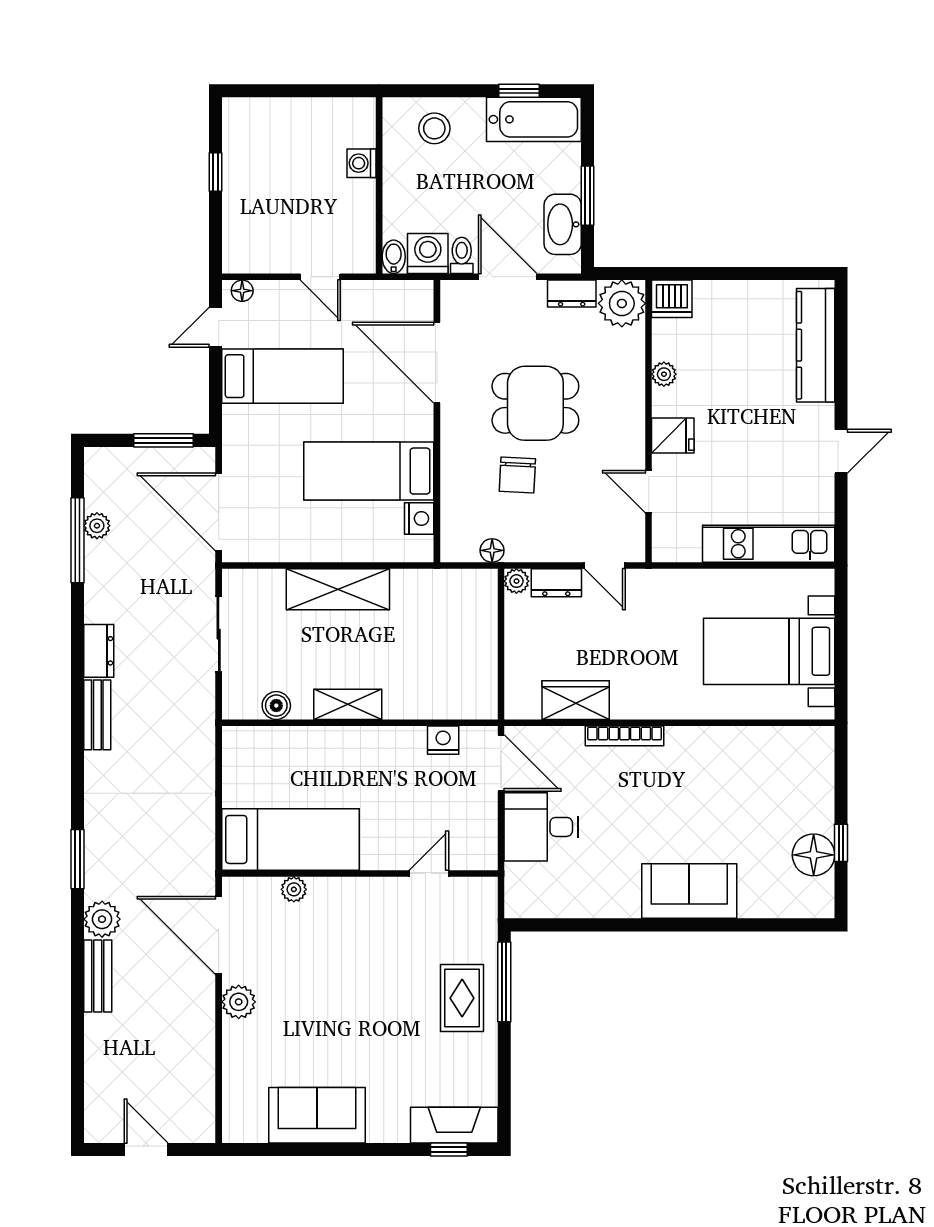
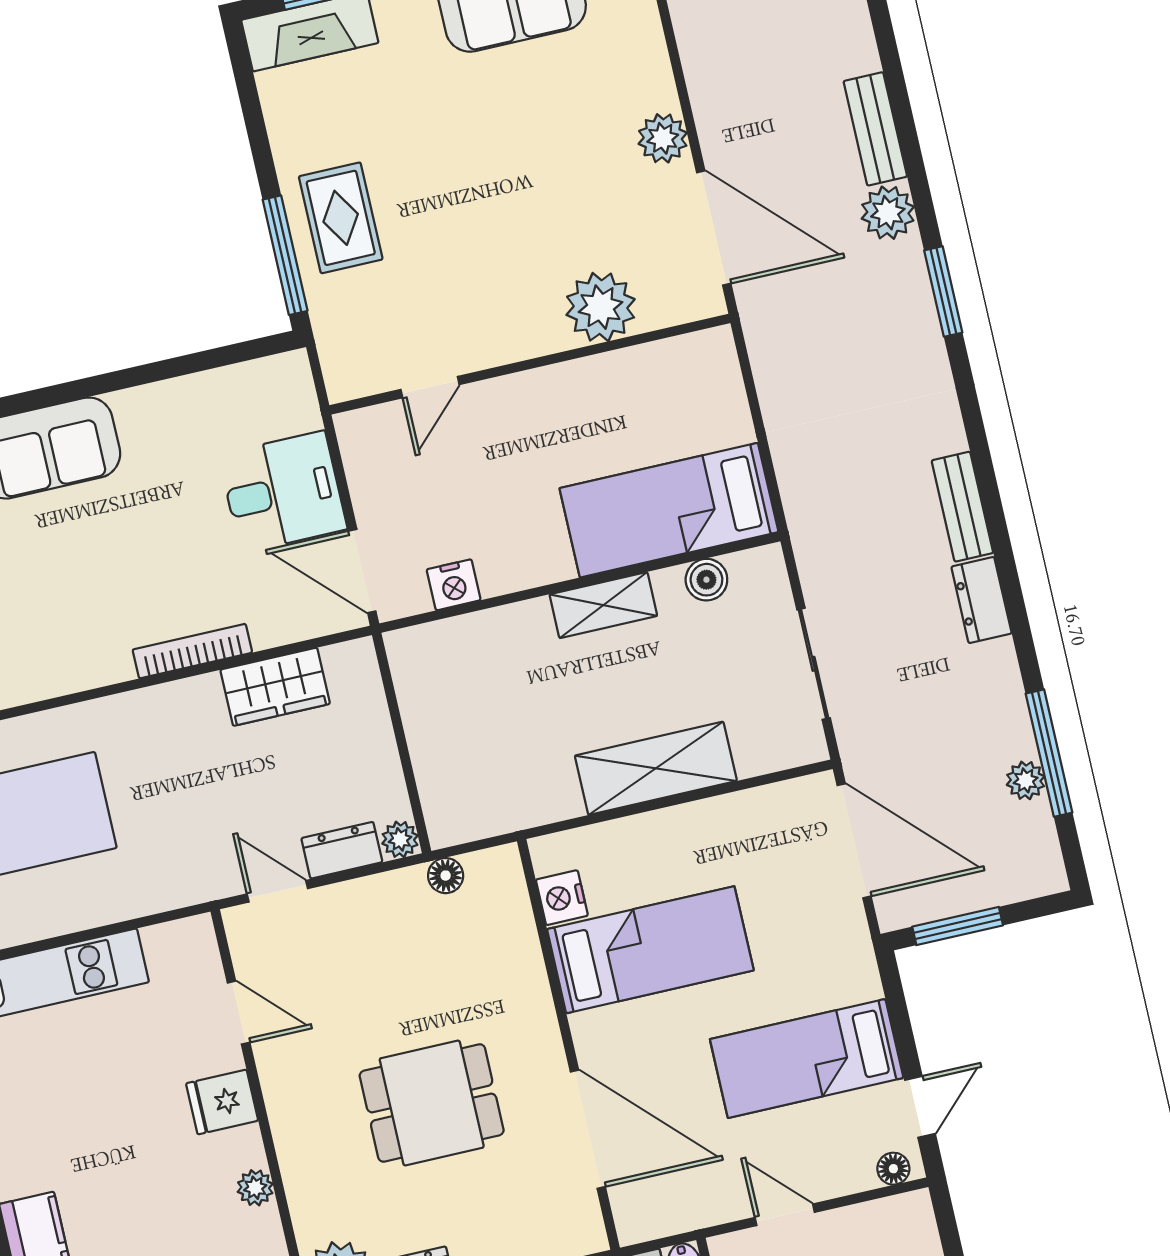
chair: (517, 475) -> (434, 993), removed
bed: (290, 839) -> (669, 510), moved
plant: (294, 889) -> (601, 307), width x1.88, depth x1.88

